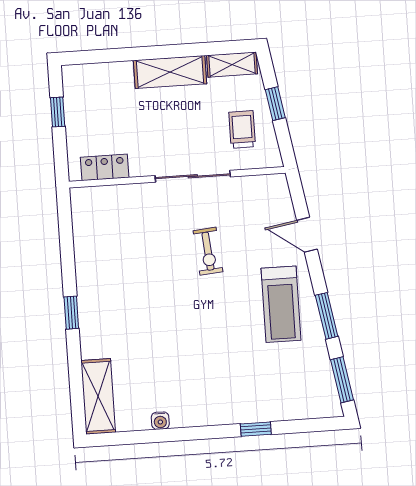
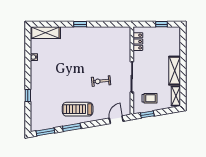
window: (275, 104) -> (147, 114), moved
door: (307, 235) -> (116, 120), moved

